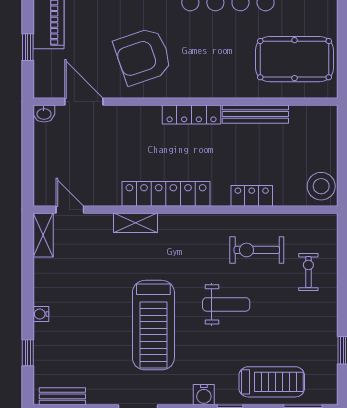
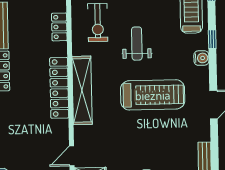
shelving: (136, 223) -> (82, 90), width x2.20, depth x1.33

